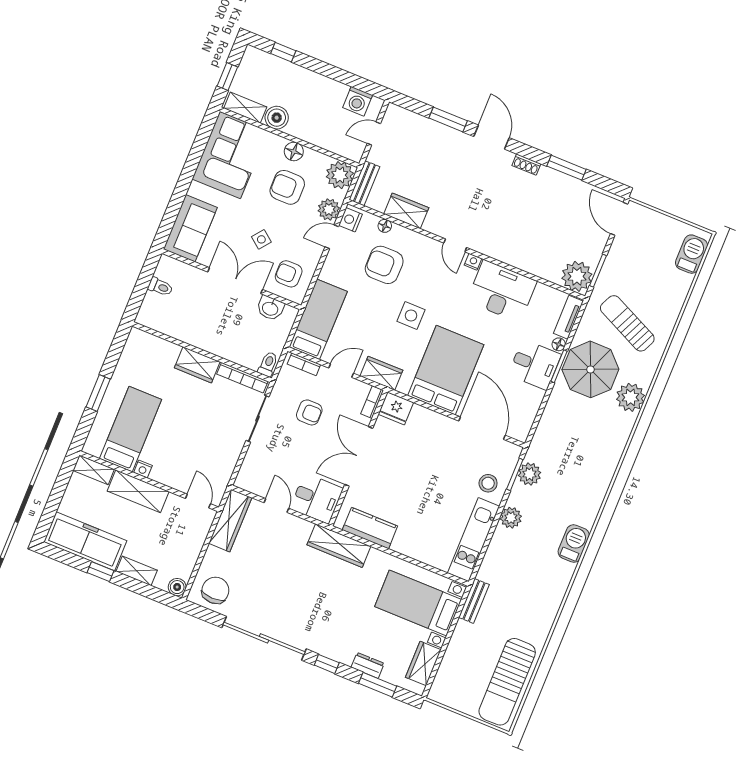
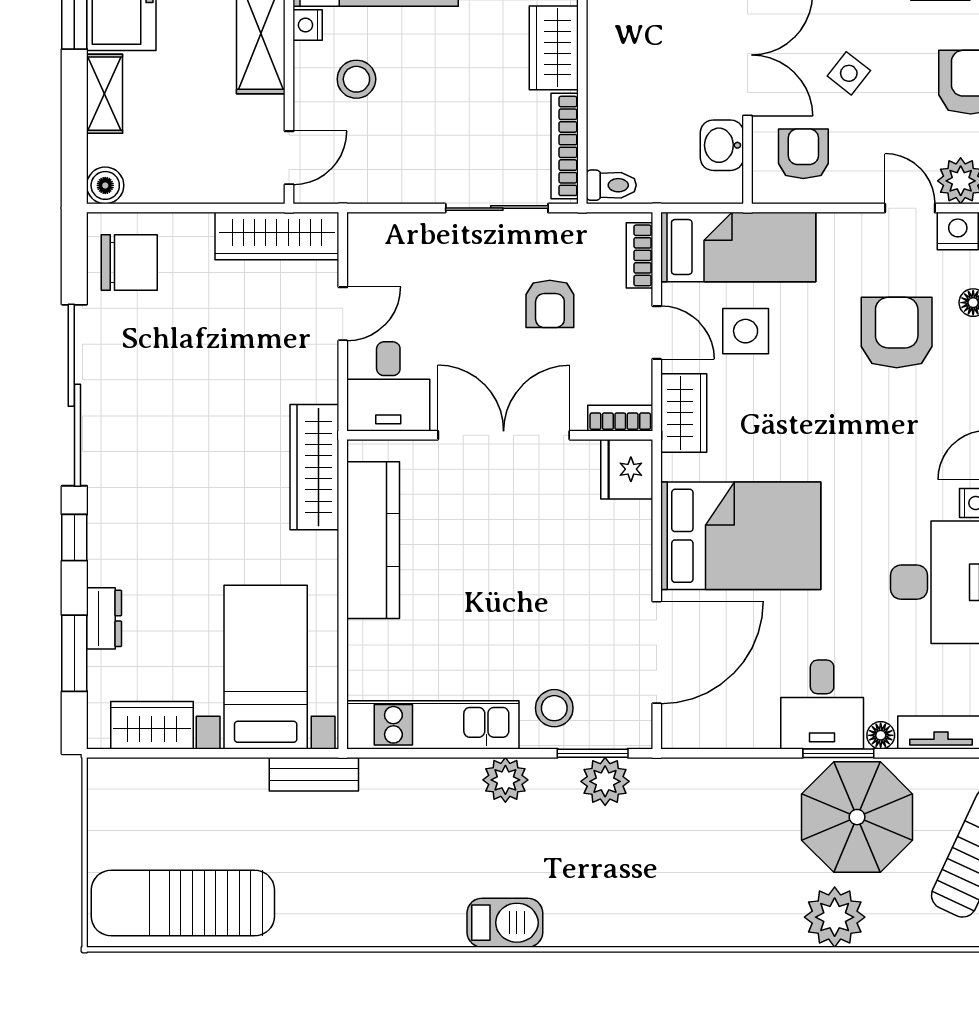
side table: (411, 316) -> (746, 331), moved
stool: (176, 457) -> (356, 79), added
kitchen counter: (370, 528) -> (373, 540), width x1.50

